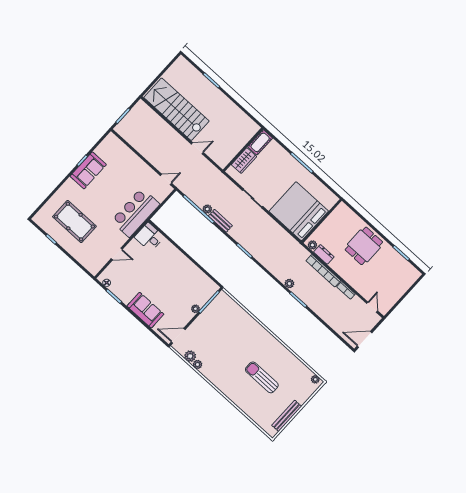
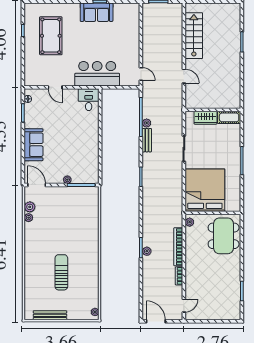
stairs: (176, 109) -> (194, 36), width x0.73, depth x0.66
dining table: (364, 246) -> (224, 236), moved, width x1.38
dresser: (324, 254) -> (190, 236), removed
plant: (289, 284) -> (147, 251), moved

